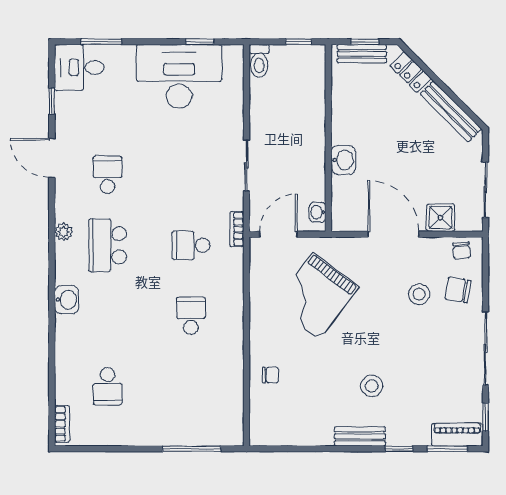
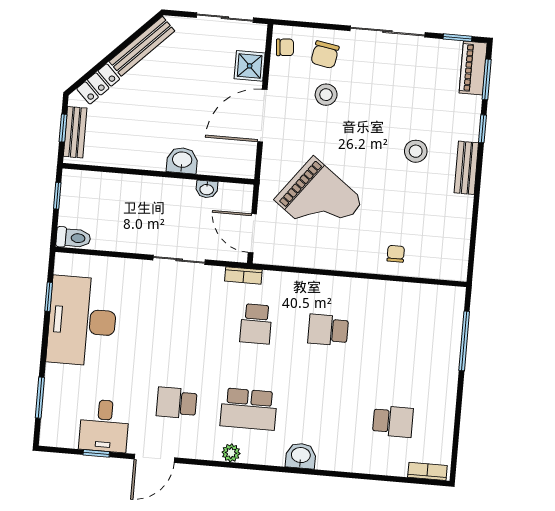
desk: (79, 67) -> (104, 426), moved
washbasin: (318, 212) -> (207, 189), moved

